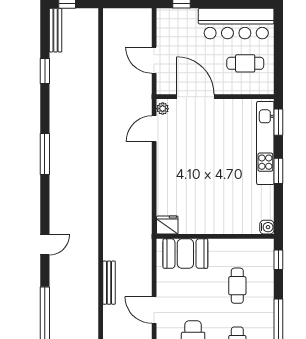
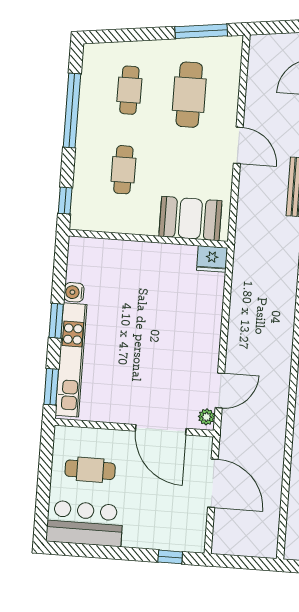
bar counter: (236, 24) -> (85, 523), width x0.73
door: (154, 60) -> (213, 483), width x1.36
water cooler: (267, 227) -> (74, 292), moved

